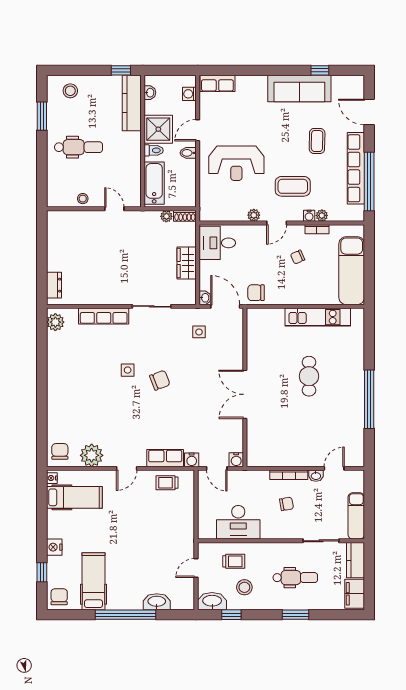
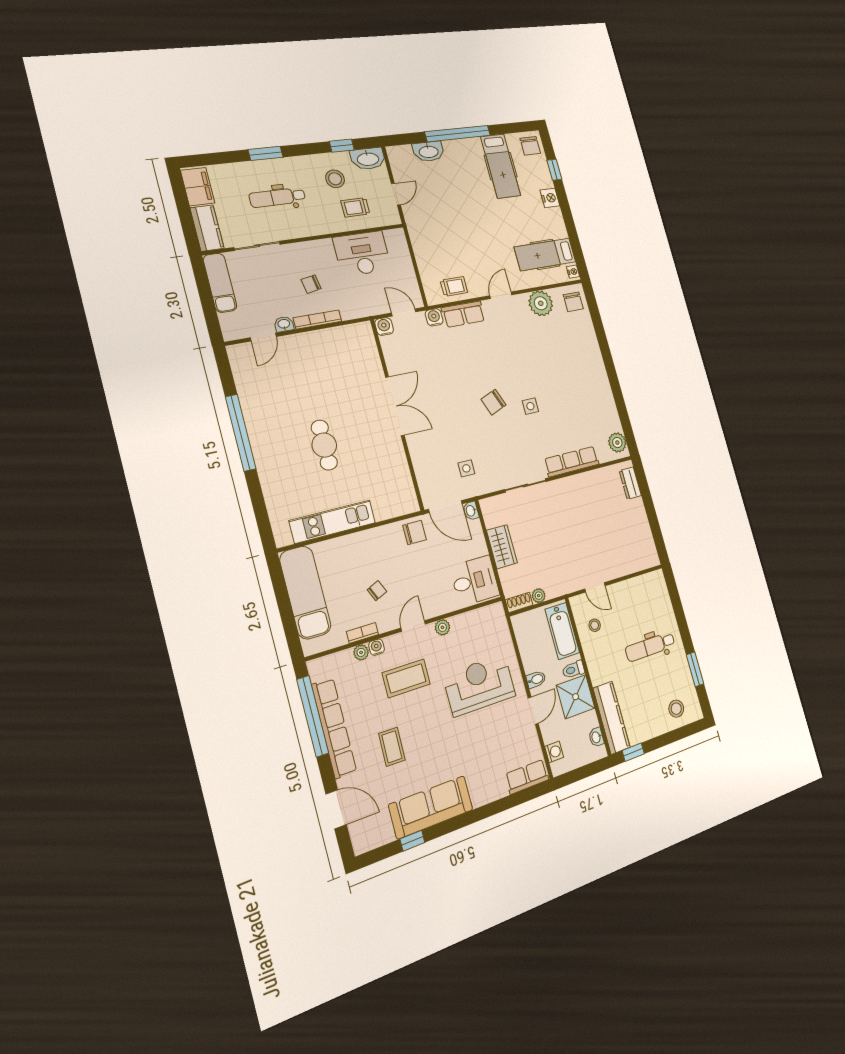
stool: (83, 199) -> (595, 625), moved

